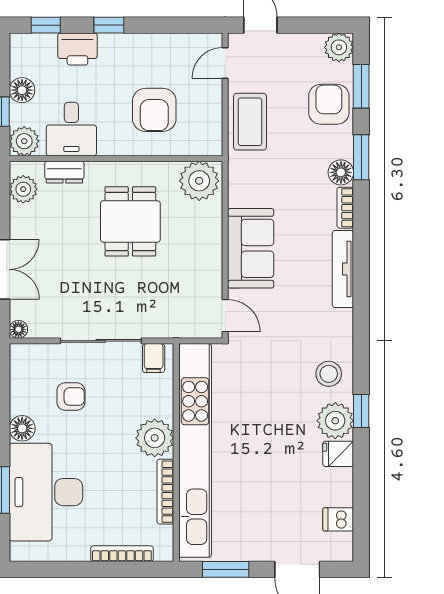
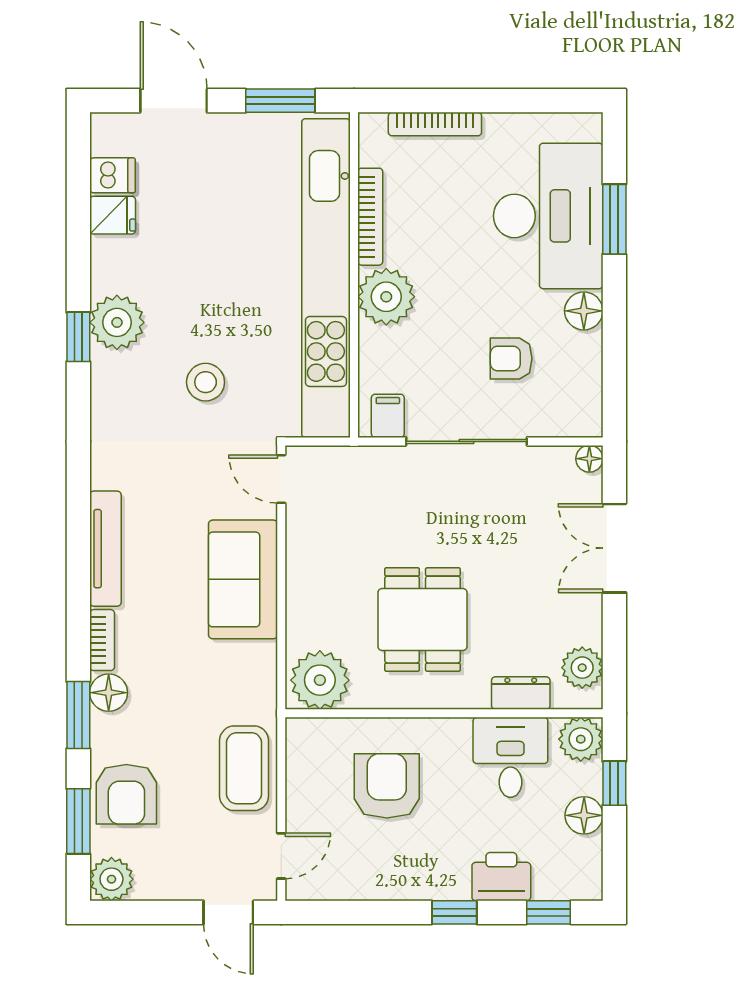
stool: (329, 374) -> (206, 382), moved
fridge: (338, 454) -> (113, 215), moved

